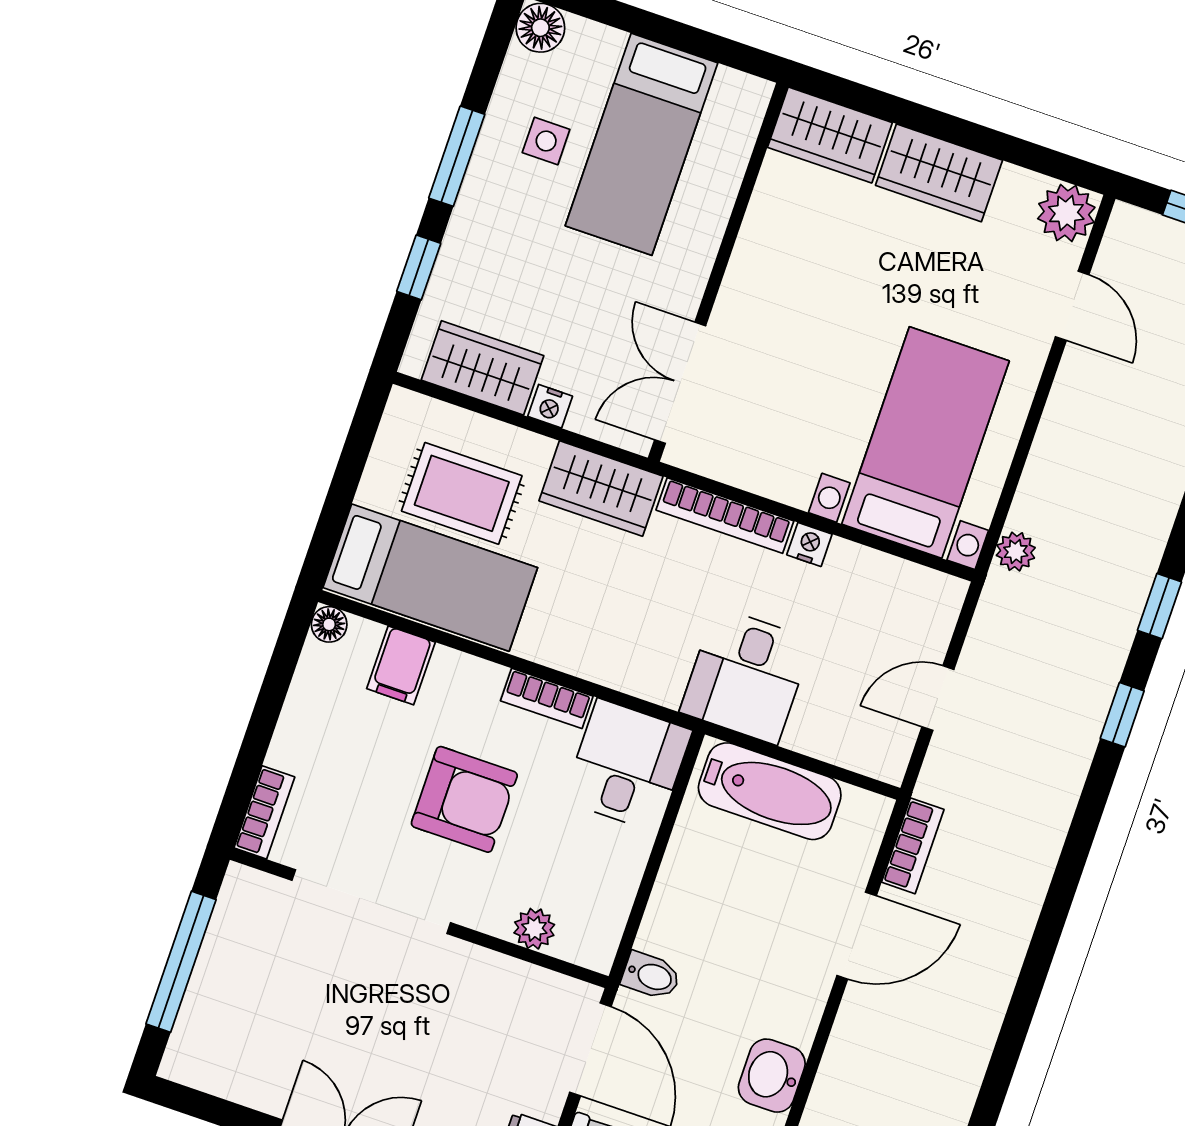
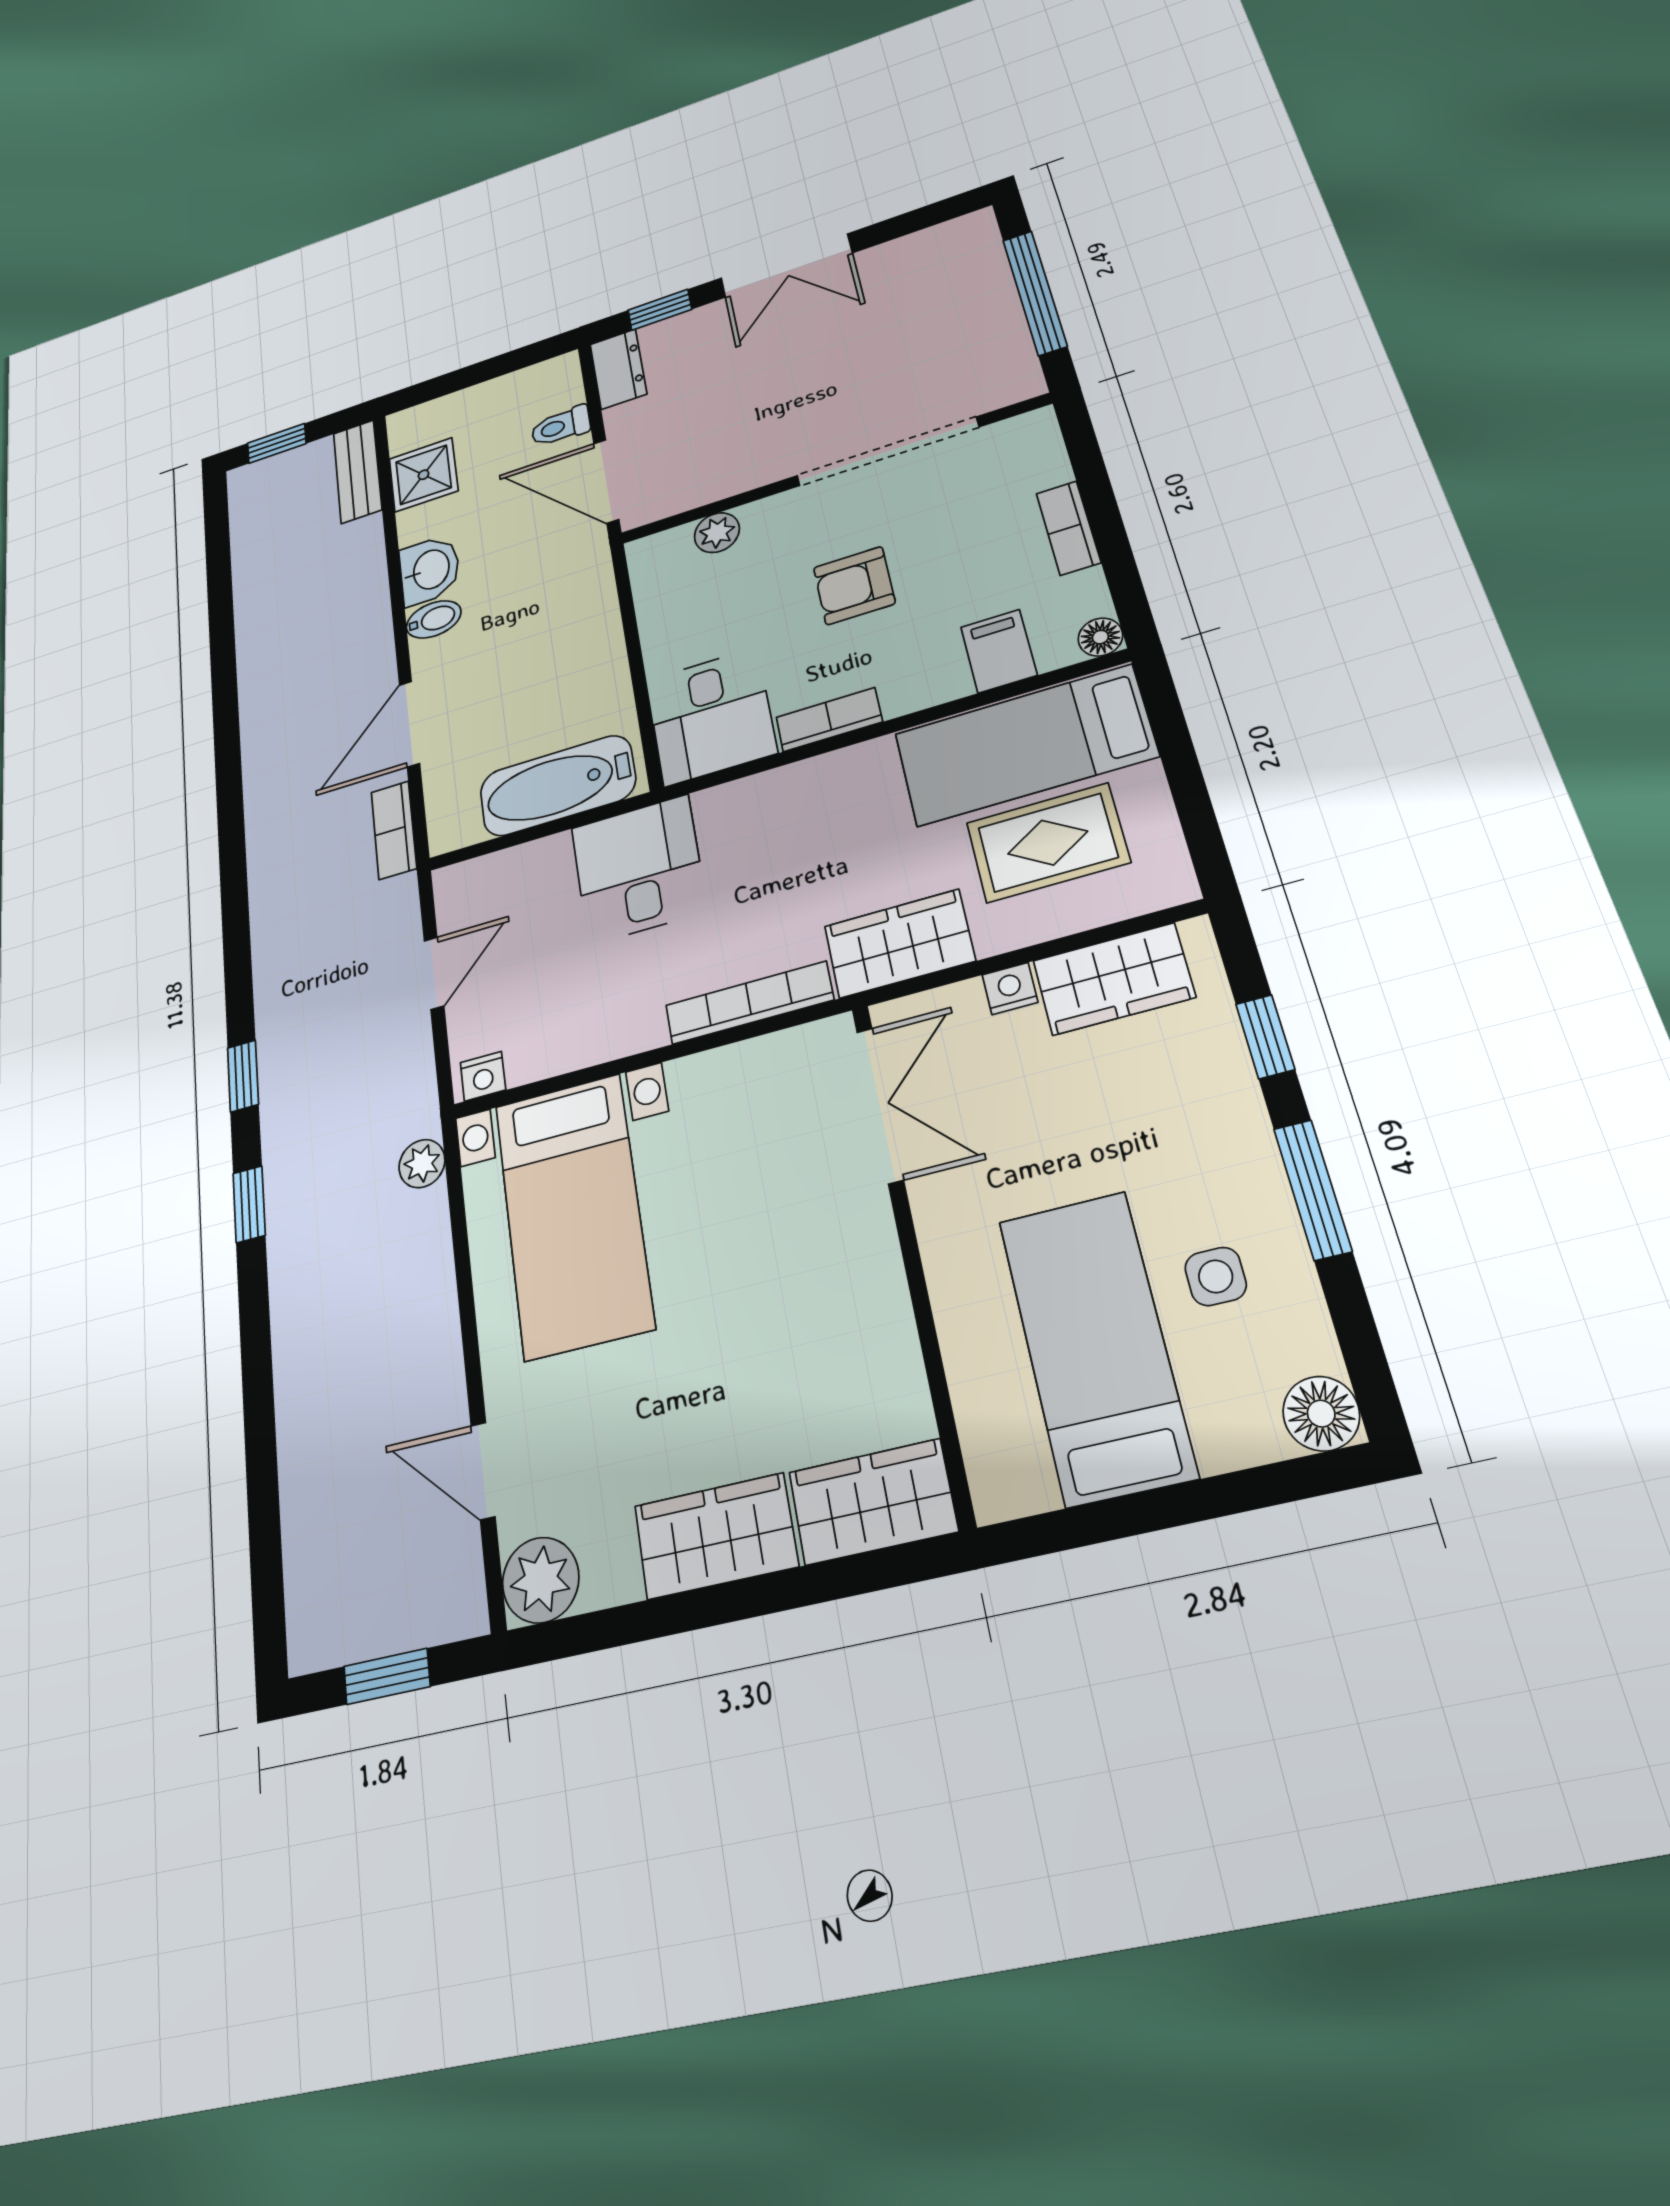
nightstand: (809, 544) -> (483, 1076), moved
armchair: (464, 799) -> (854, 586), width x0.72, depth x0.72
bookcase: (264, 812) -> (1068, 528), moved
bidet: (651, 976) -> (434, 619), moved, turned 180

